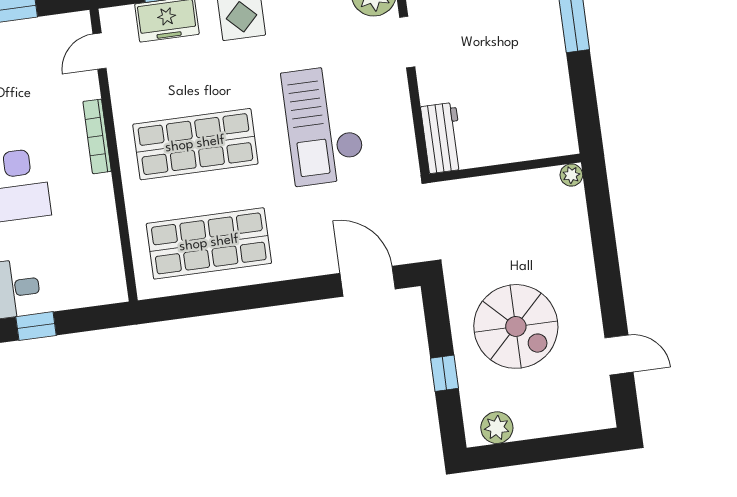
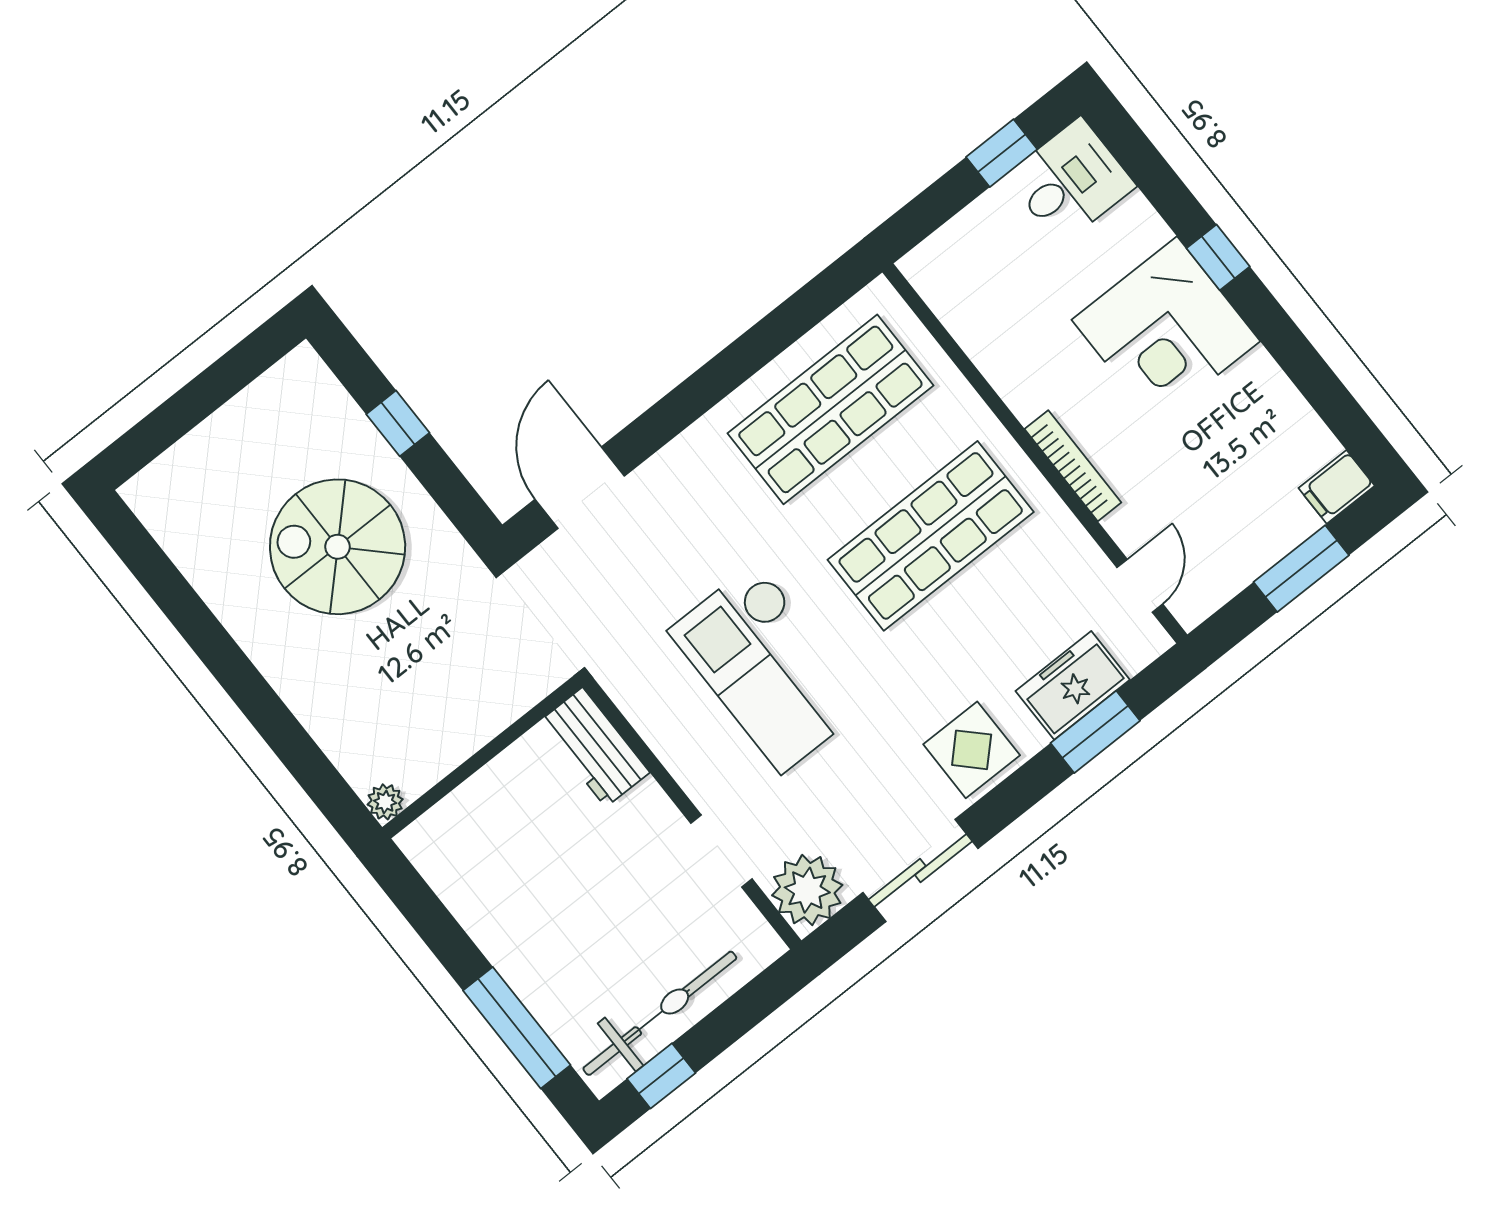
checkout: (324, 125) -> (769, 667), turned 180
door: (368, 281) -> (580, 488), swing flipped
door: (619, 355) -> (171, 592), removed
plant: (497, 428) -> (281, 391), removed

